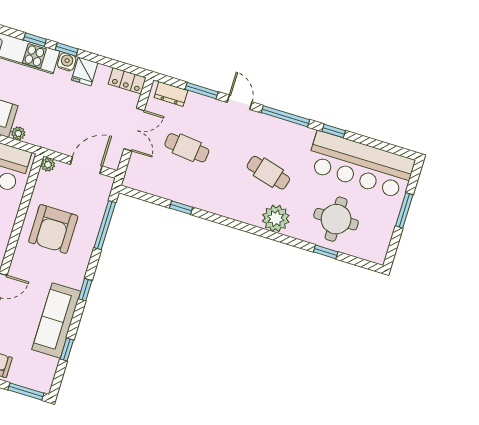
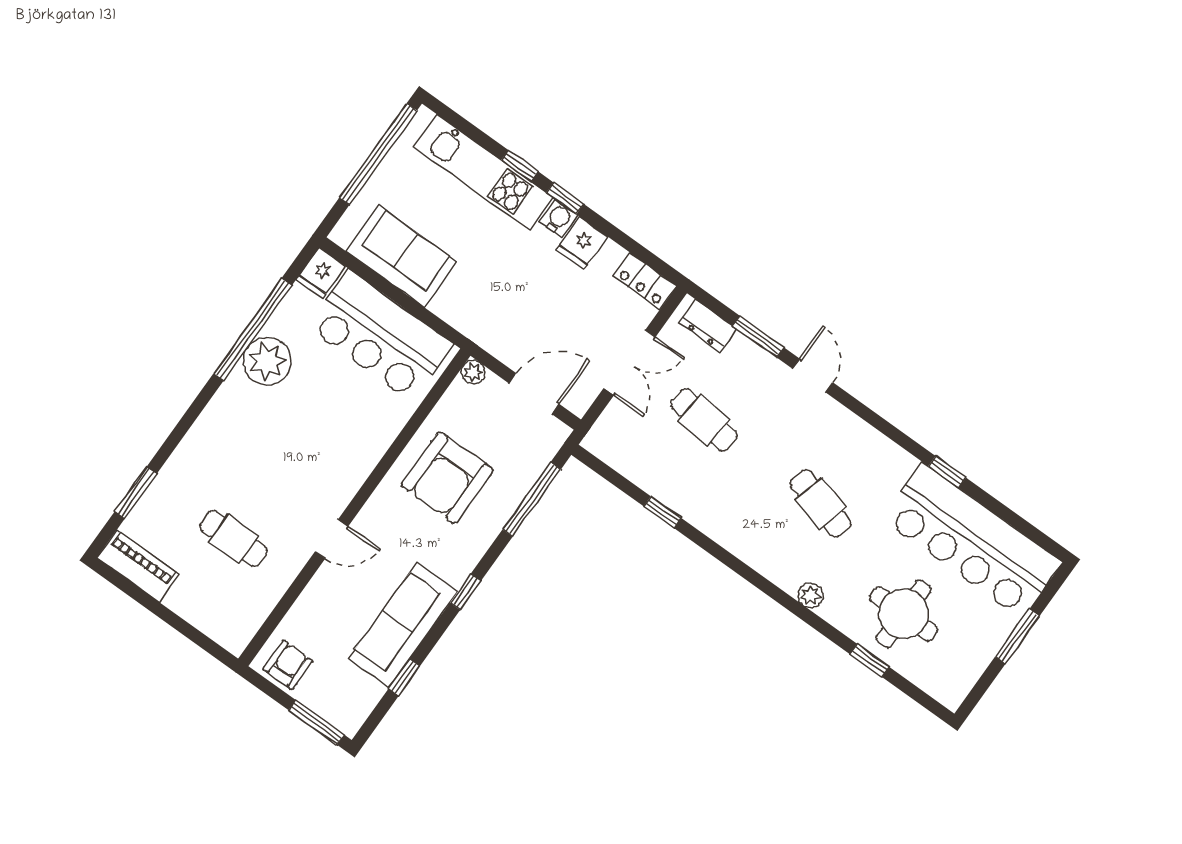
window: (285, 116) -> (878, 422), removed
plant: (18, 133) -> (443, 306), removed
plant: (276, 218) -> (810, 595), width x0.53, depth x0.53

